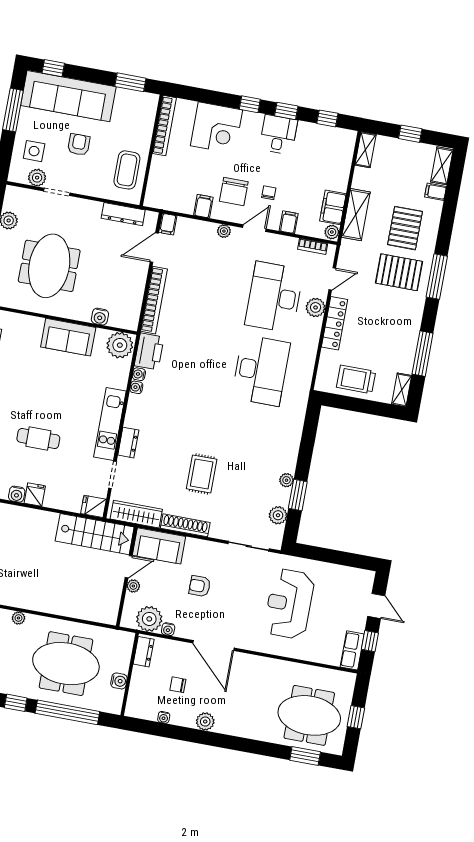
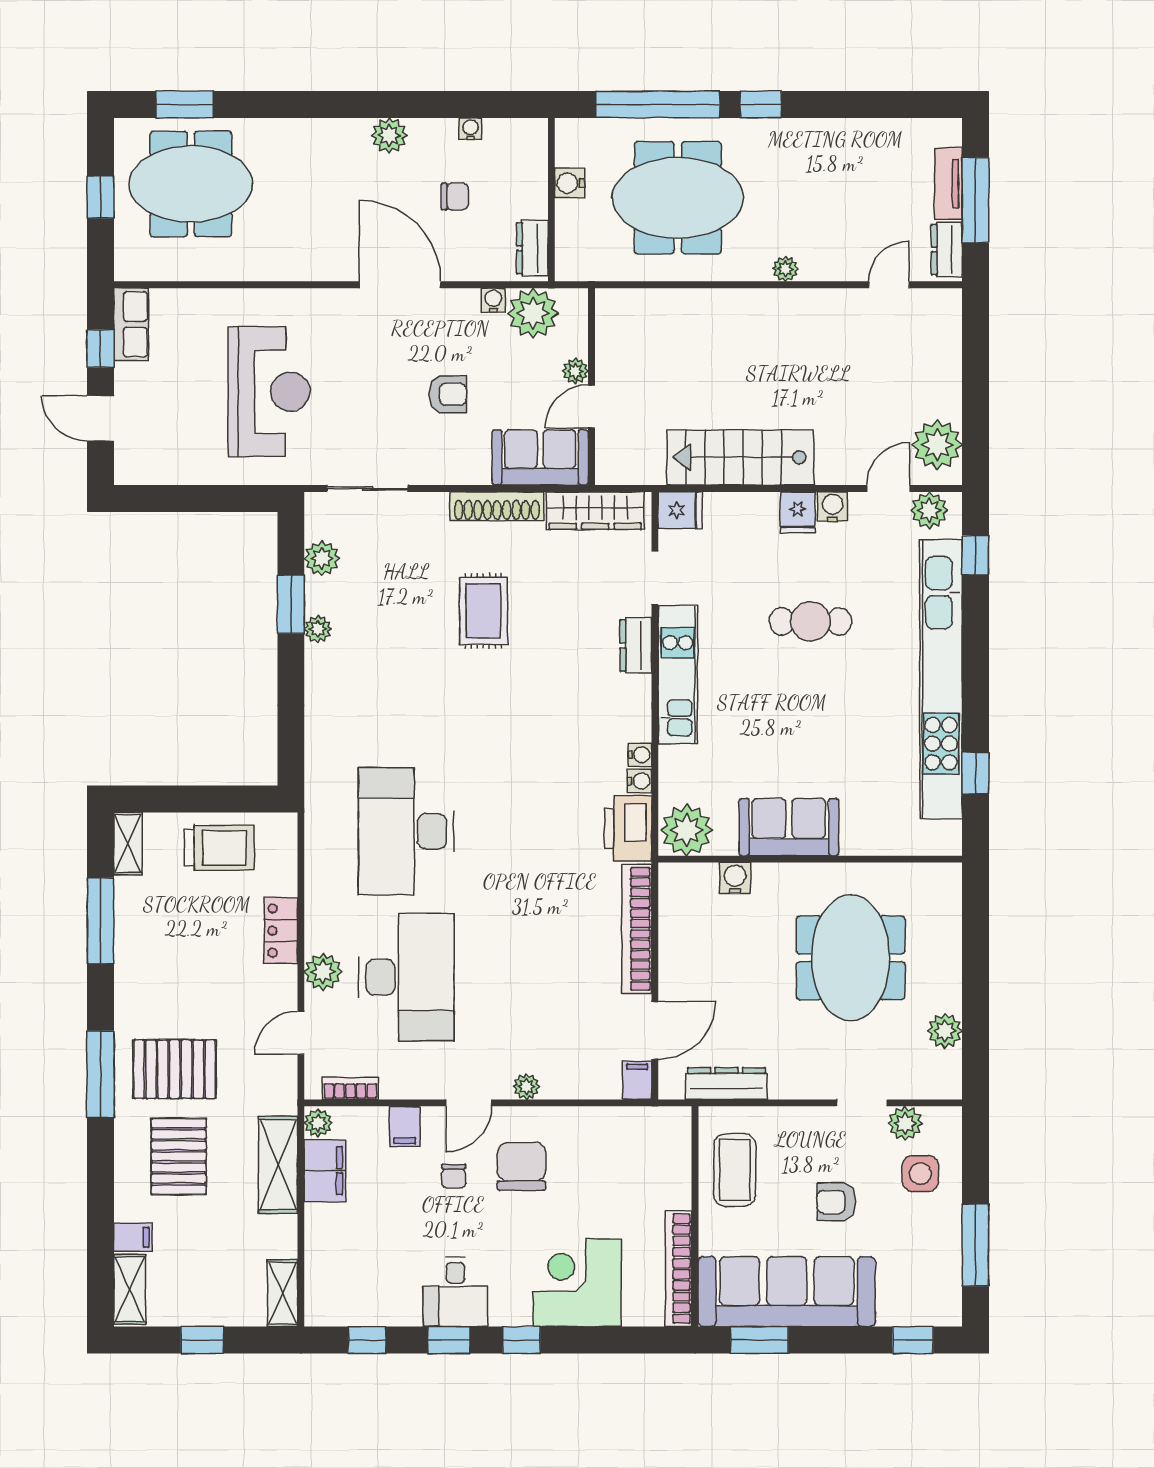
sofa: (68, 96) -> (787, 1292), moved
armchair: (79, 145) -> (836, 1202), turned 90
filing cabinet: (203, 206) -> (575, 1127), removed
locker: (335, 323) -> (281, 931), width x0.66
stairs: (95, 534) -> (740, 457), moved

